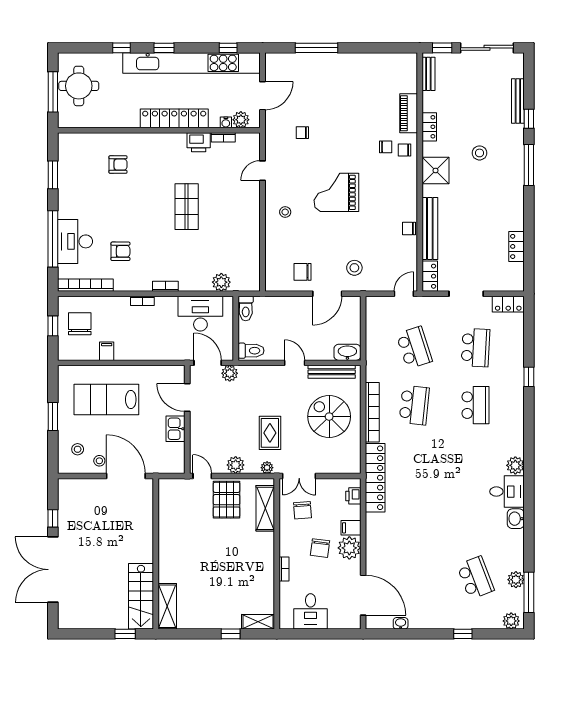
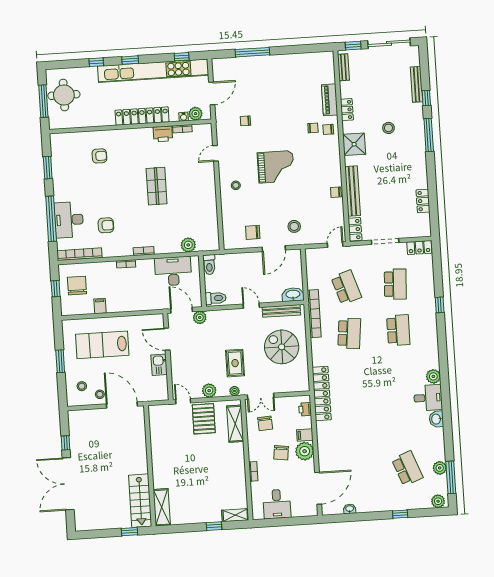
grand piano: (336, 192) -> (276, 167), turned 180
bookcase: (372, 412) -> (314, 314), moved
door: (363, 595) -> (318, 488), hinge flipped

